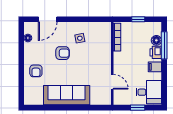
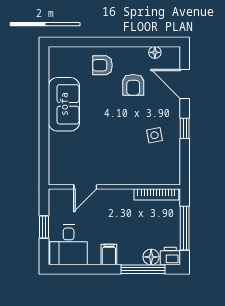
window: (76, 19) -> (185, 128), added
window: (138, 19) -> (185, 228), width x2.17
printer: (156, 52) -> (170, 256), moved
armchair: (63, 53) -> (133, 85), moved
sofa: (67, 95) -> (64, 104), width x0.73

